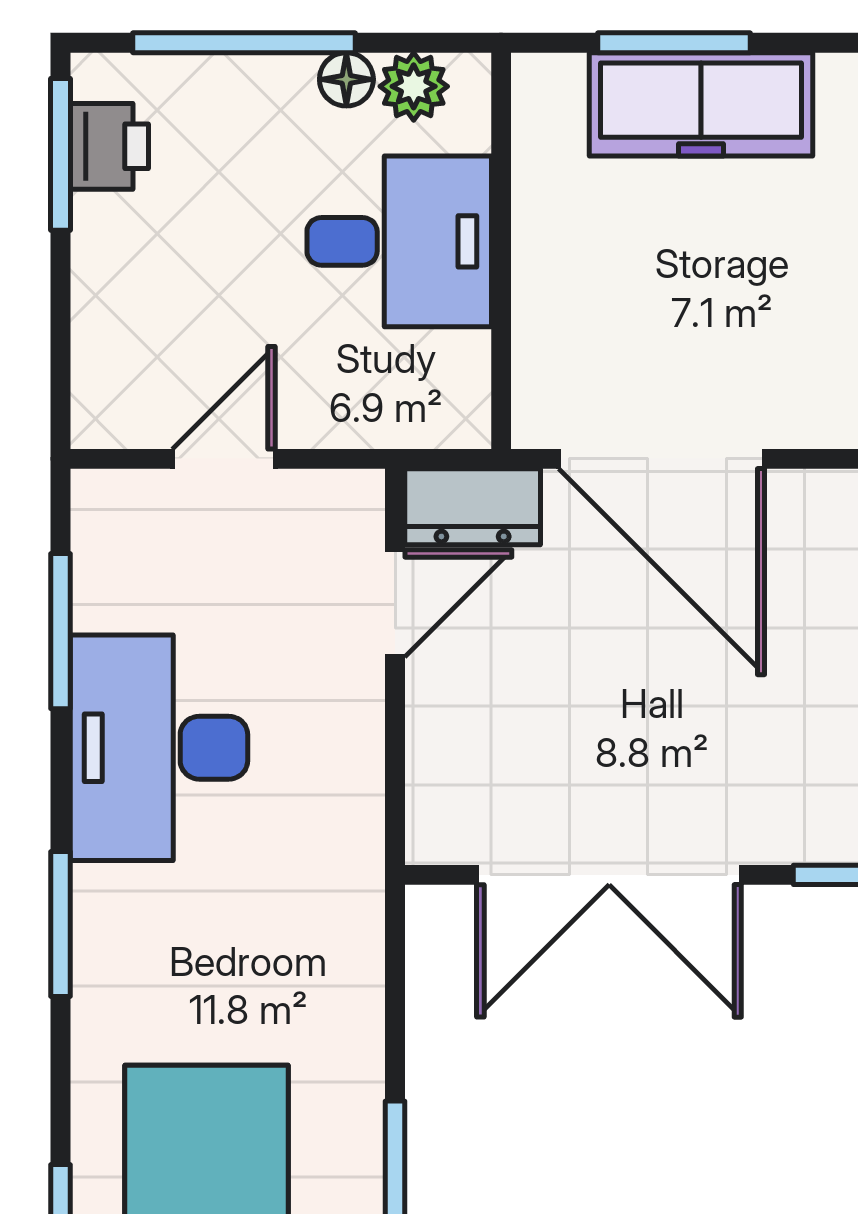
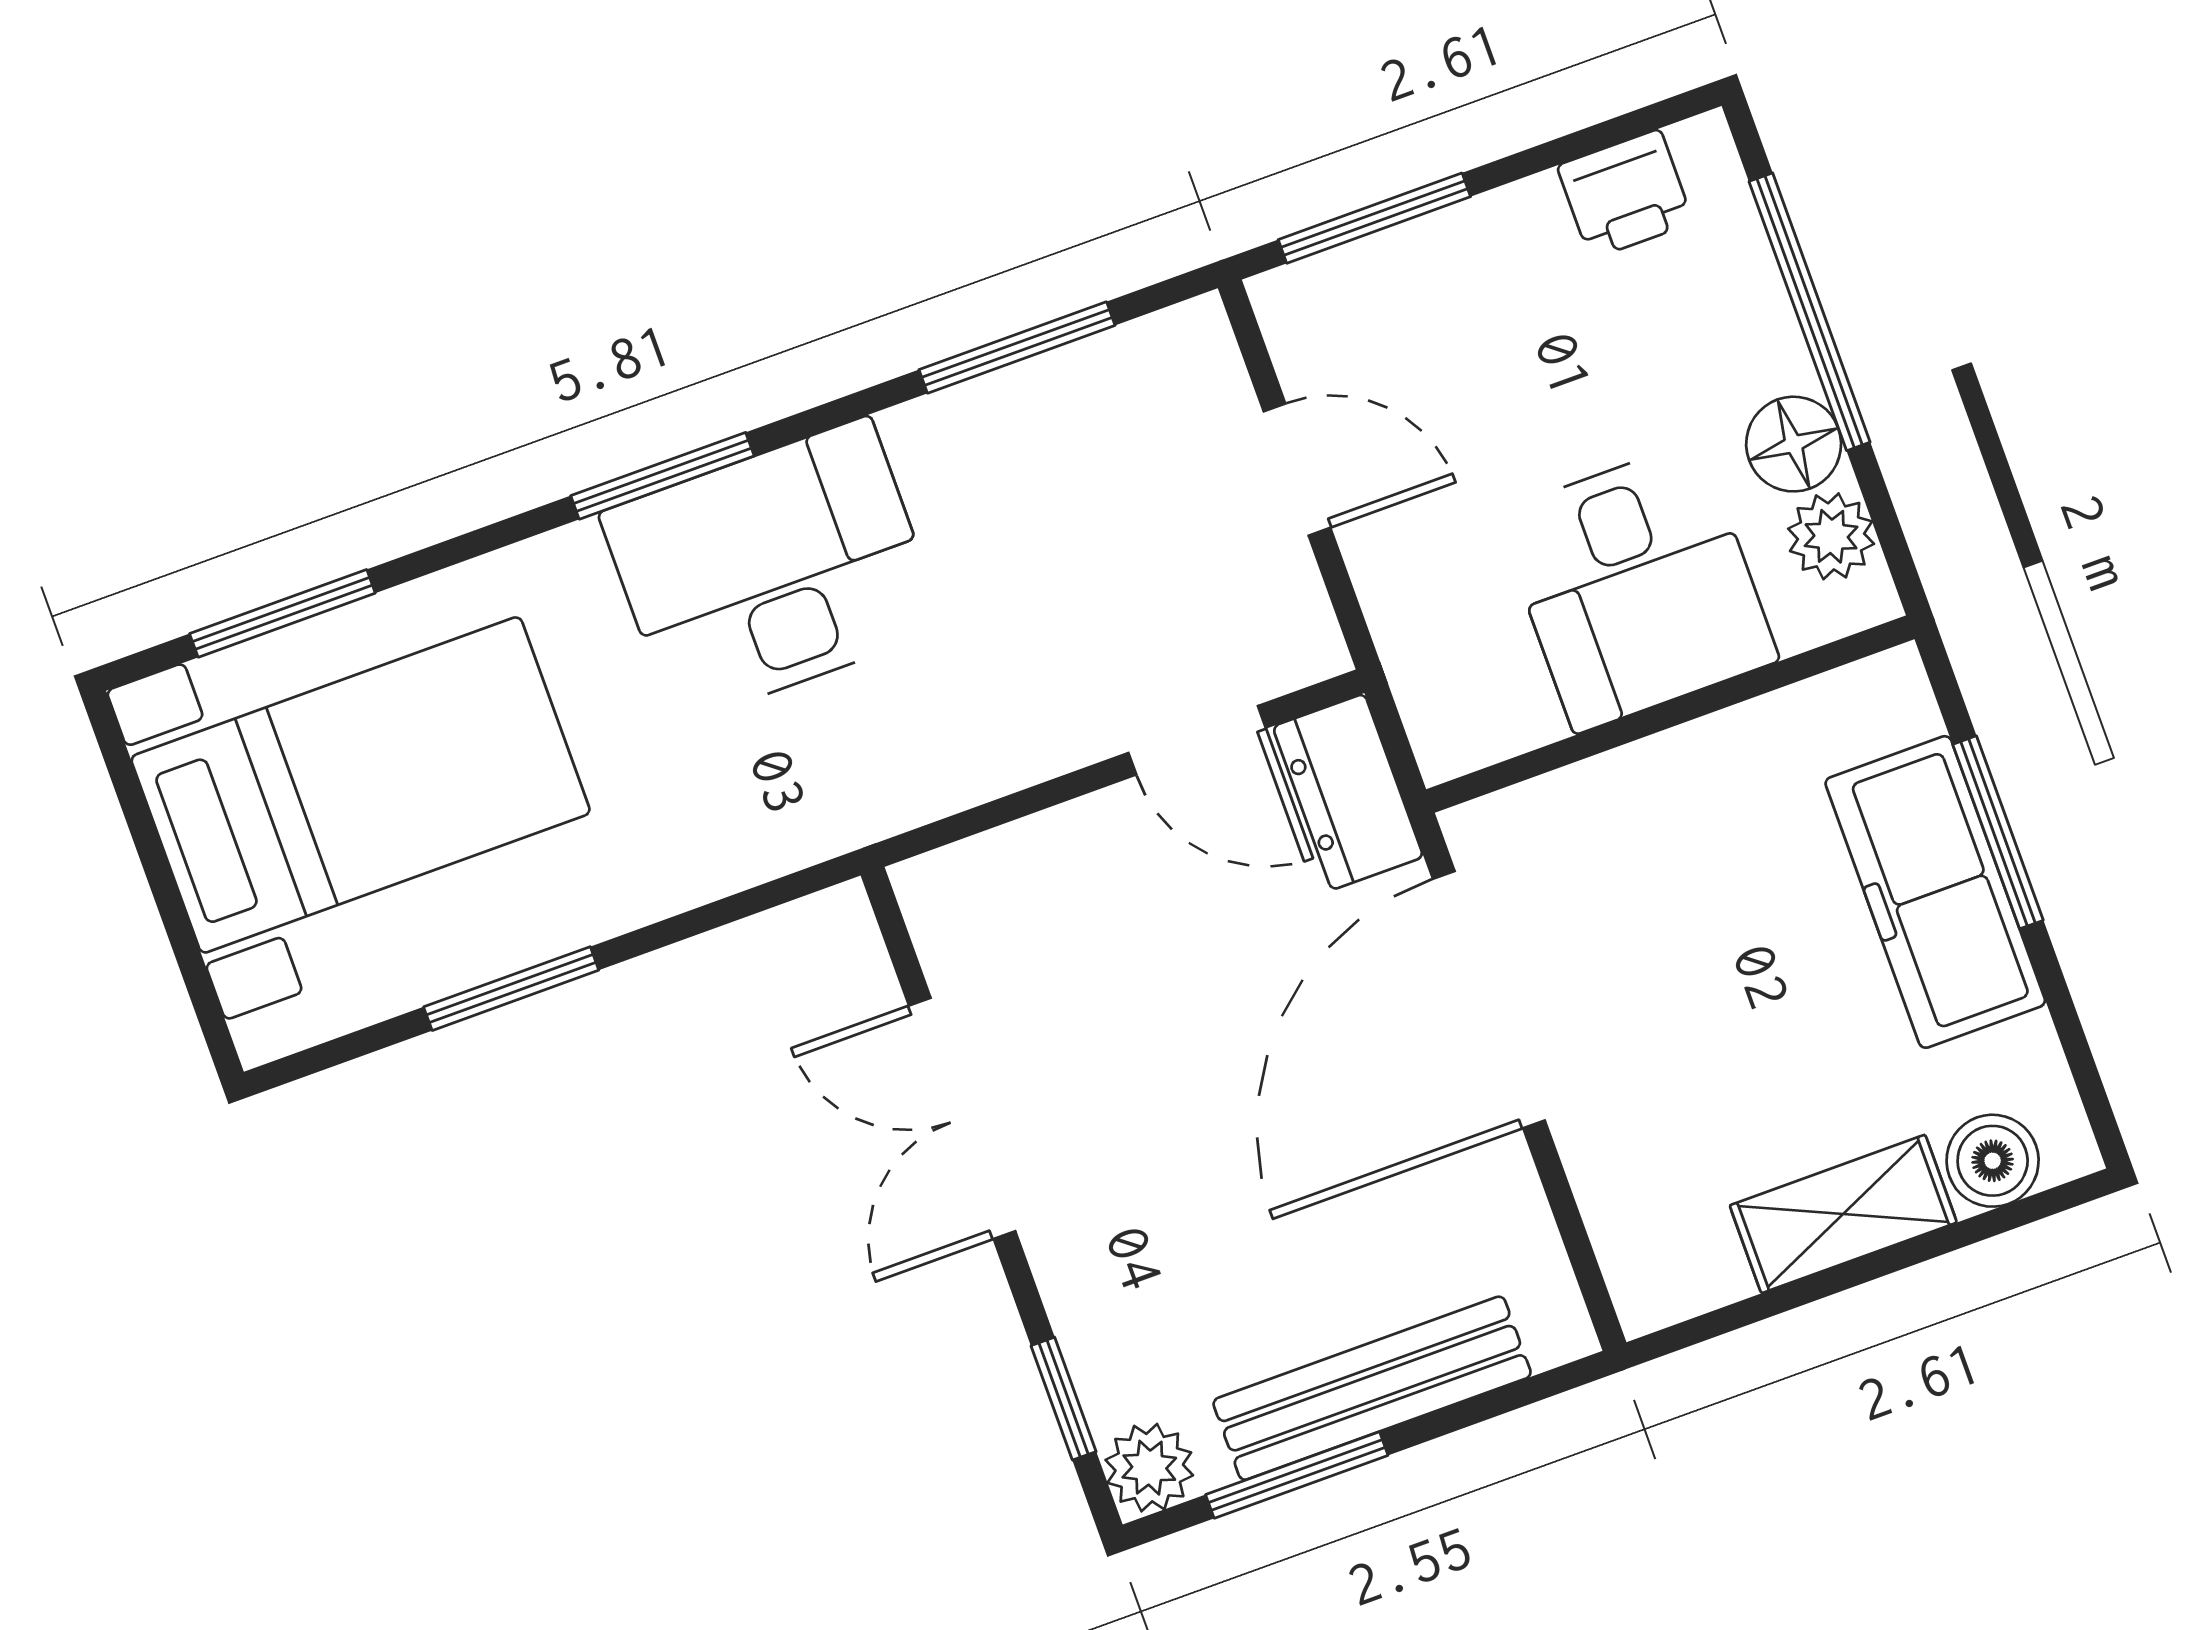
floor lamp: (346, 79) -> (1794, 444), width x1.37, depth x1.37
window: (61, 154) -> (1374, 218), moved
desk: (159, 748) -> (772, 571), moved
double door: (609, 875) -> (962, 1118), width x0.73

